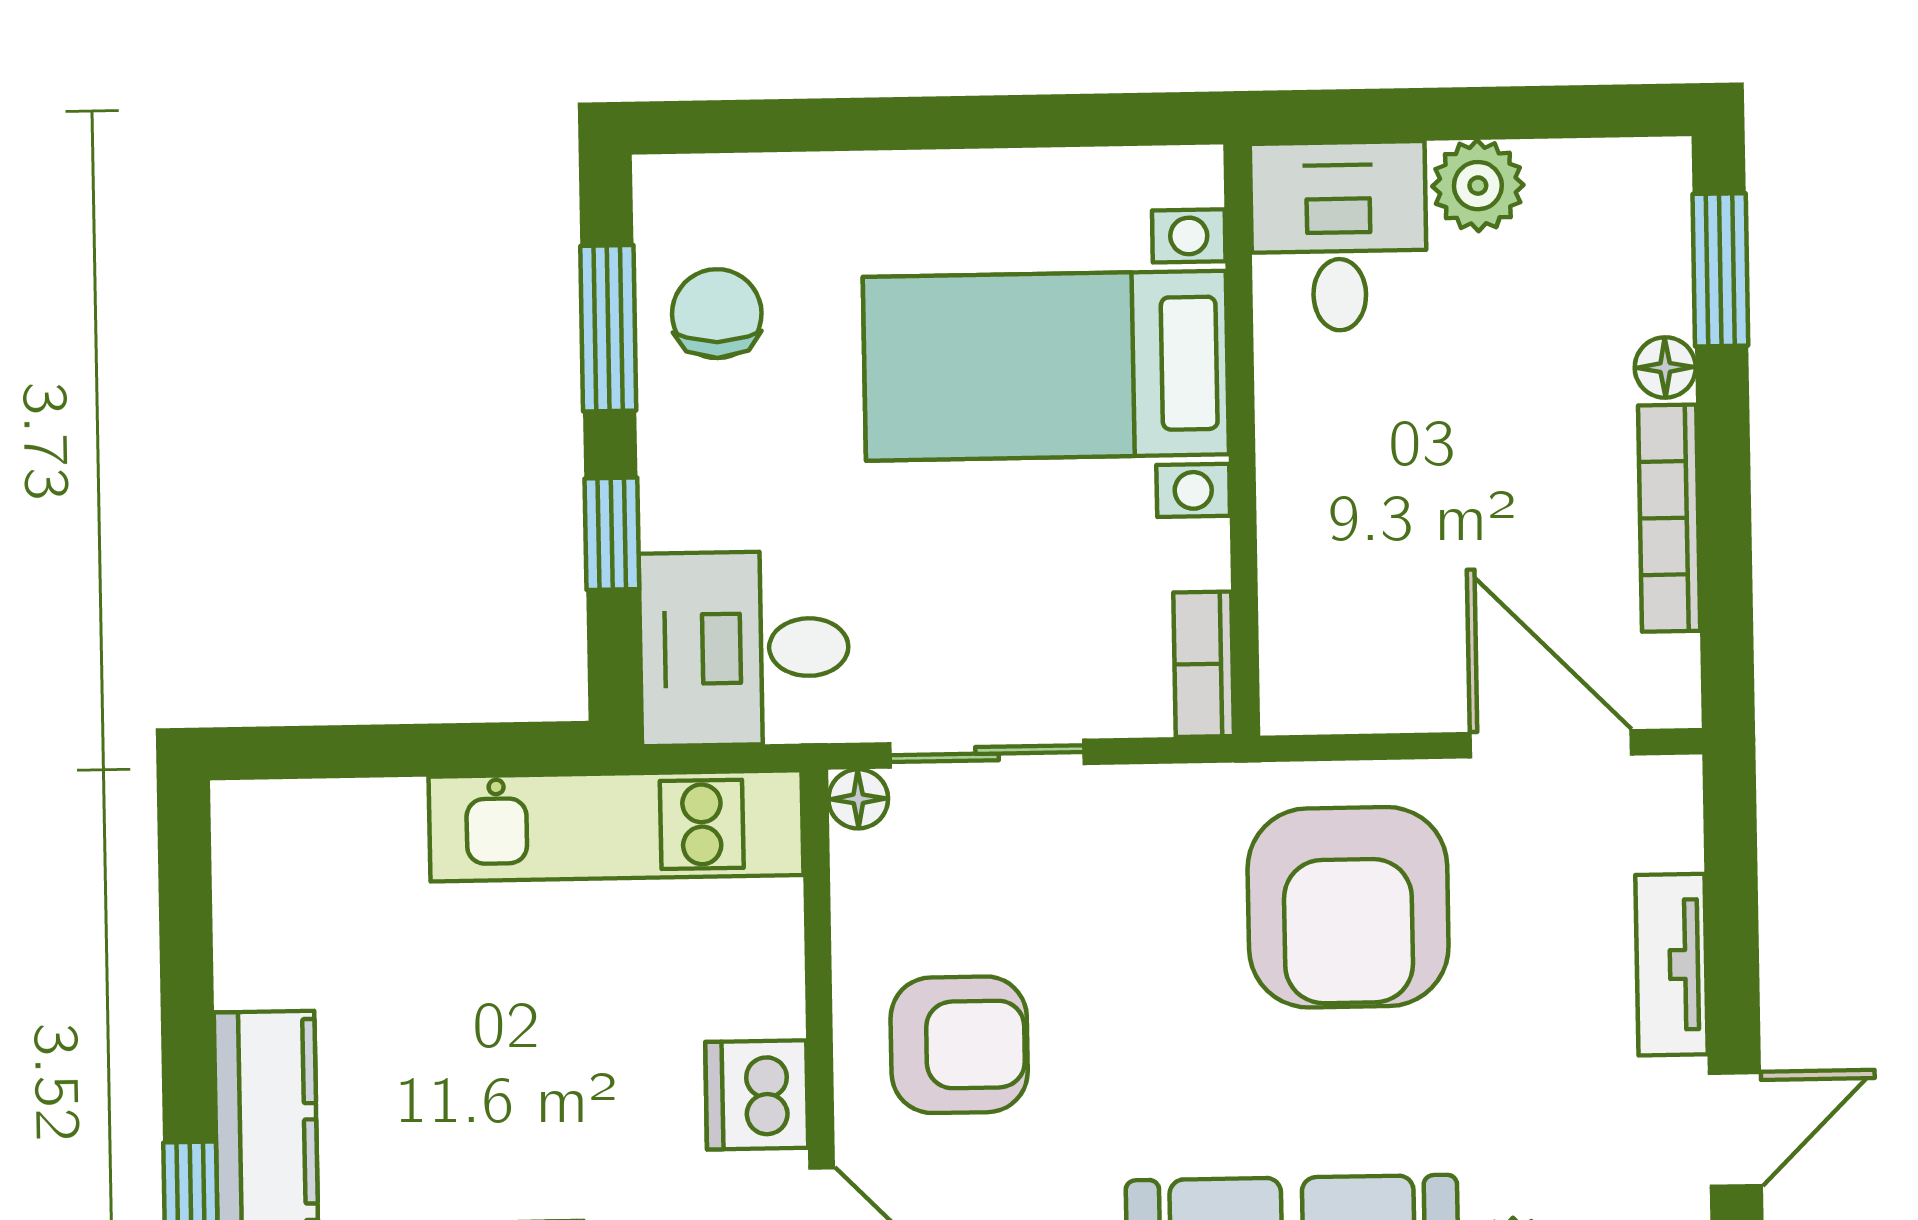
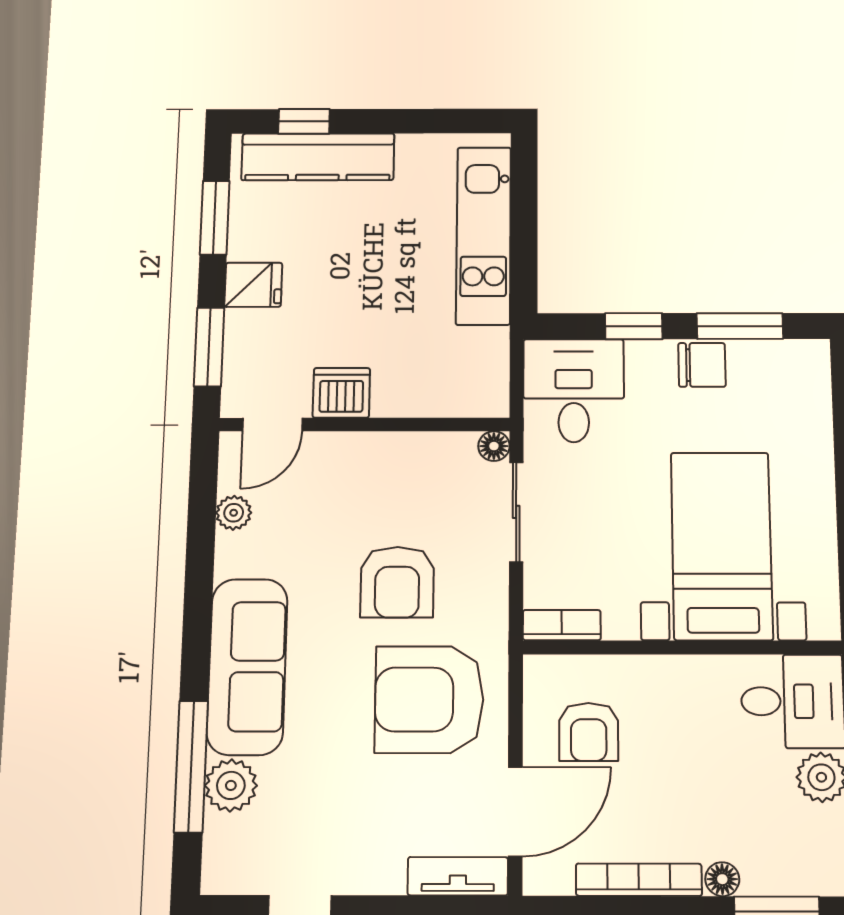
chair: (717, 314) -> (702, 365), moved
armchair: (1403, 612) -> (589, 732), added
kitchen unit: (616, 826) -> (484, 235), moved
tv unit: (1671, 965) -> (458, 876), moved
armchair: (959, 1045) -> (397, 582), moved

